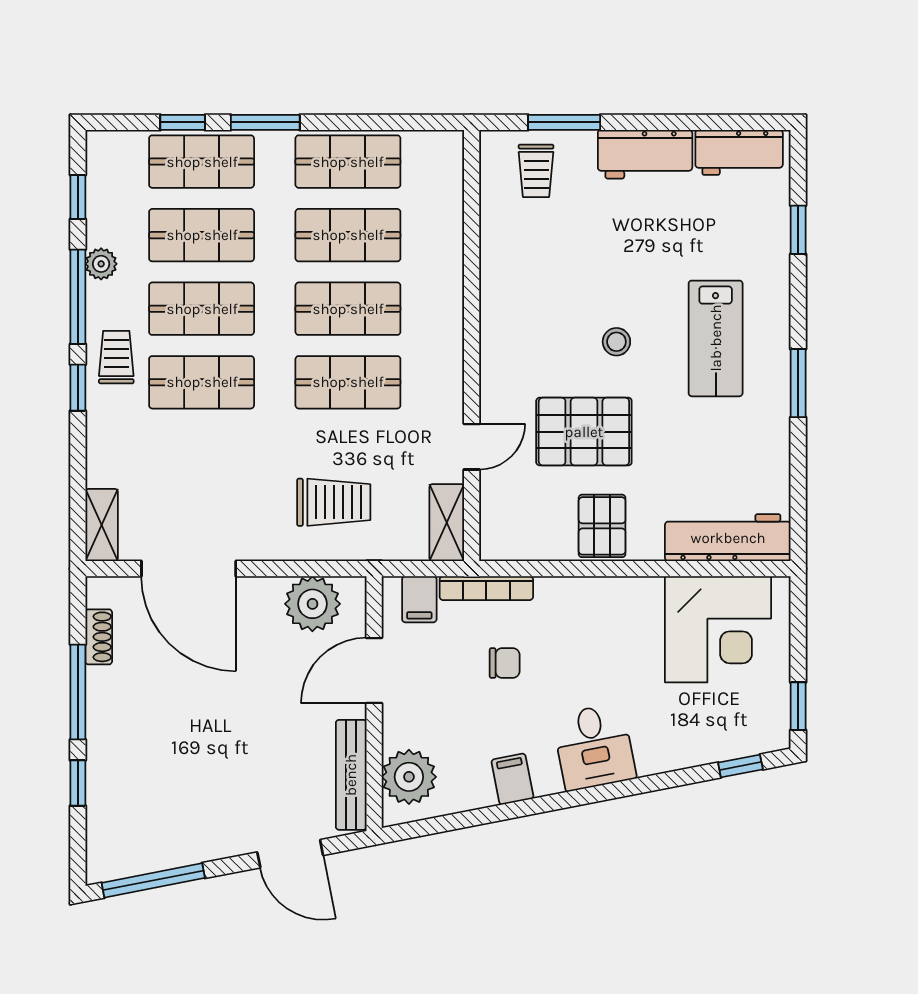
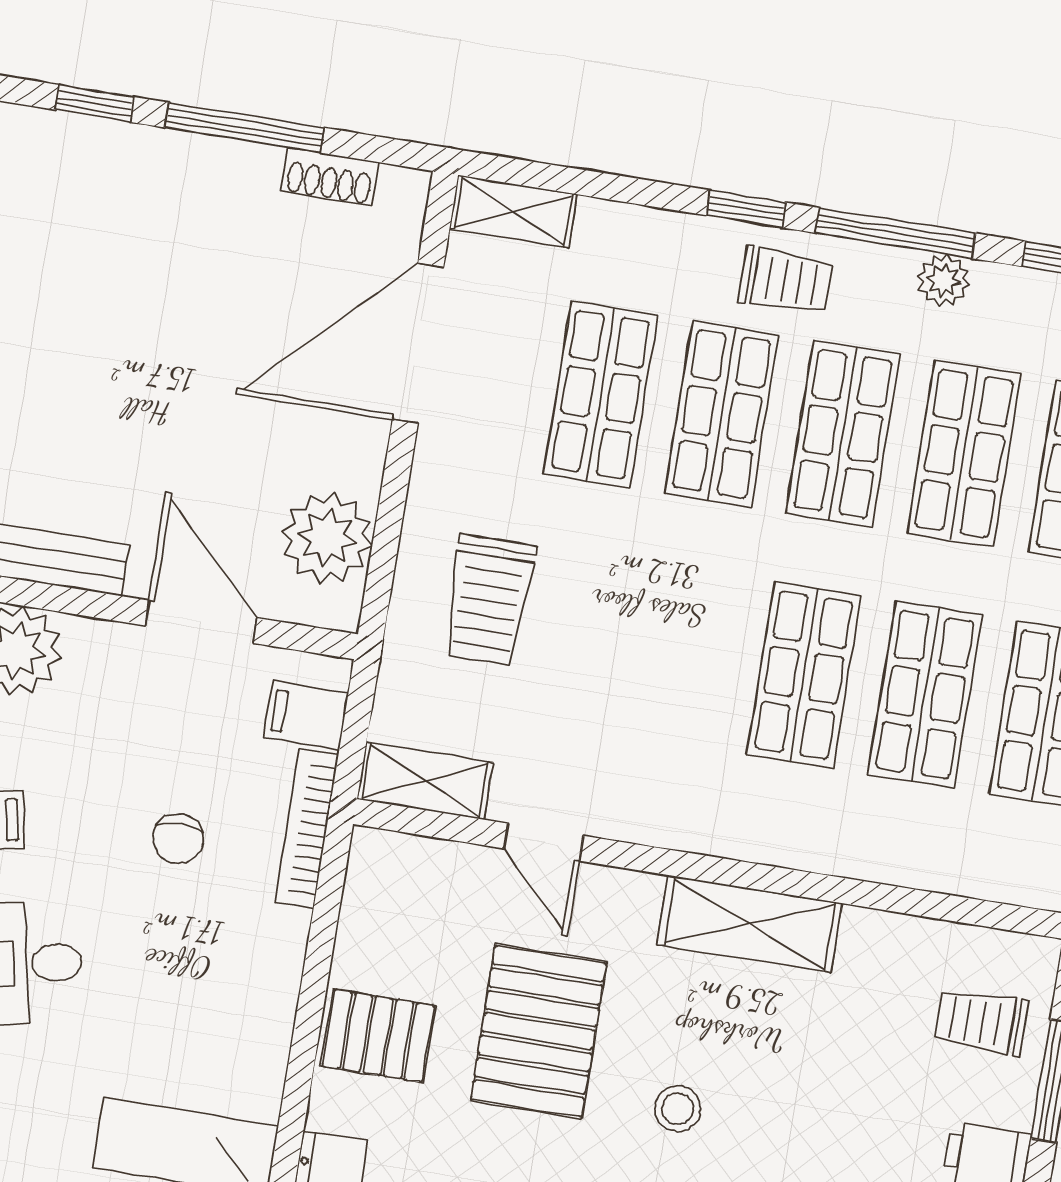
shelving: (500, 317) -> (749, 924), added
shop shelf: (348, 382) -> (601, 395), moved

